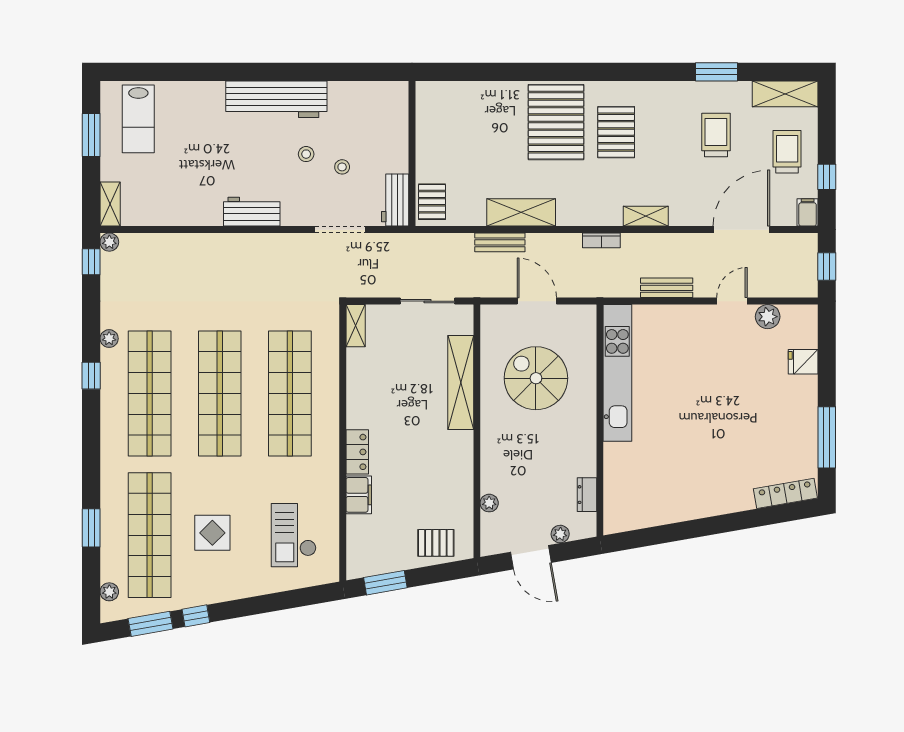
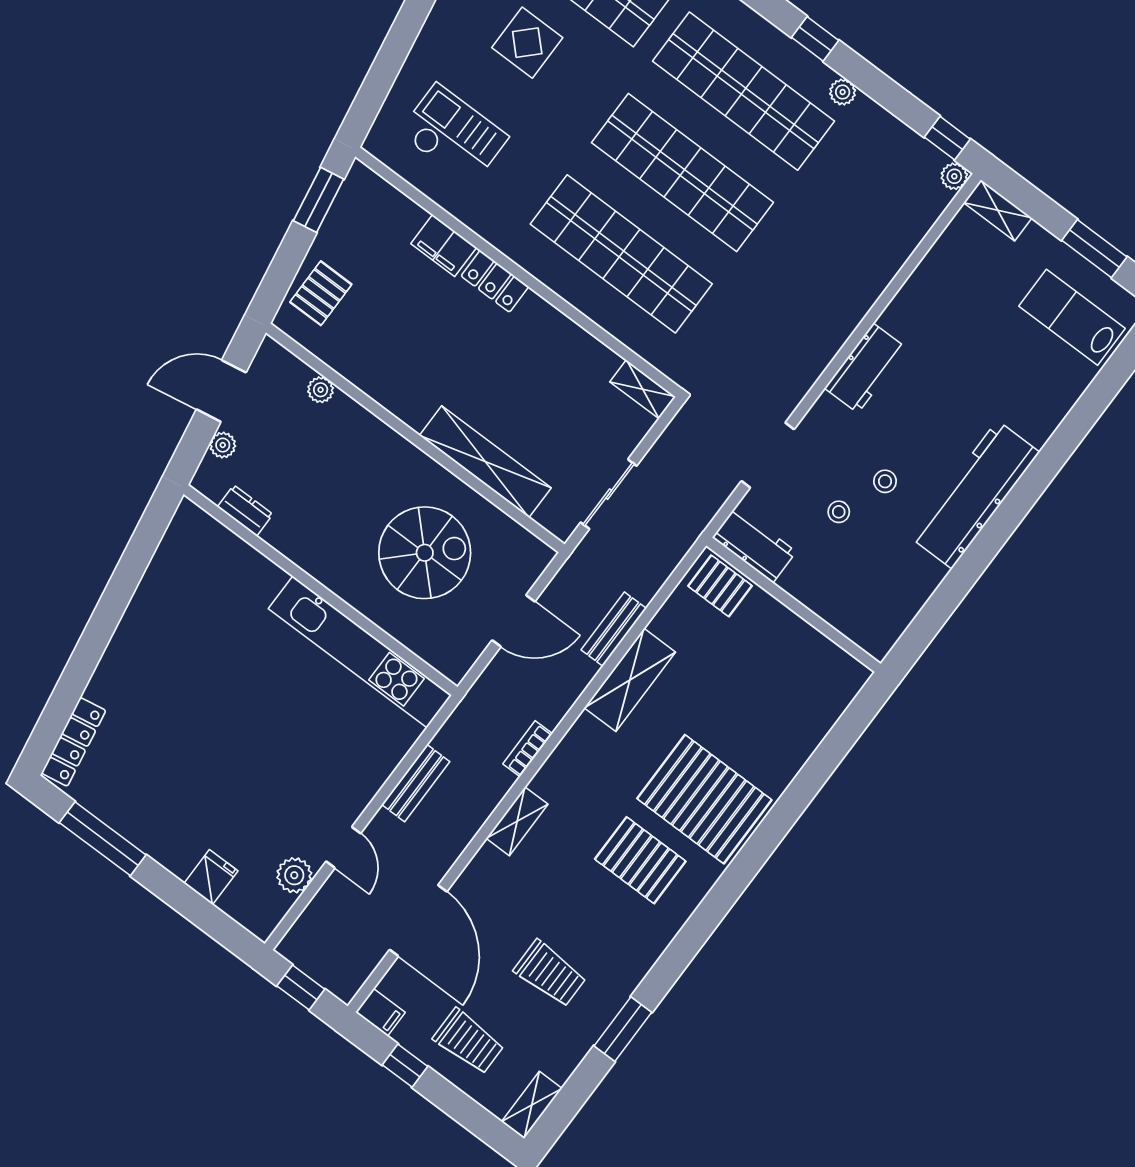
shelving: (785, 94) -> (532, 1105), width x0.67, depth x0.75

